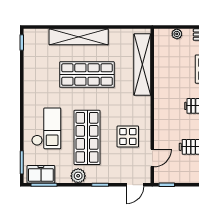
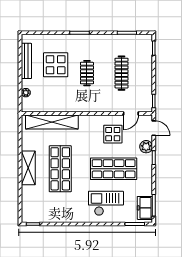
shelving: (79, 37) -> (28, 168), width x0.68
door: (152, 158) -> (131, 113), swing flipped
plant: (78, 176) -> (146, 147), moved

